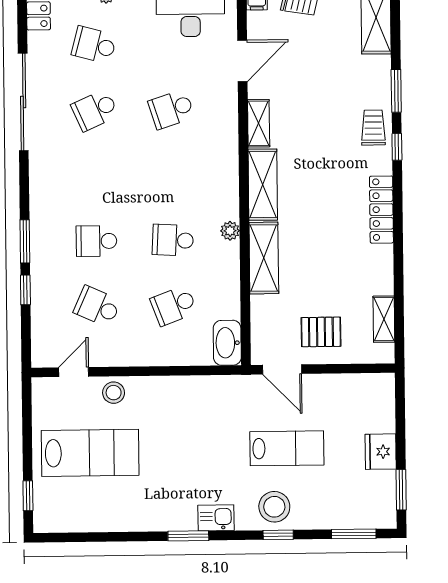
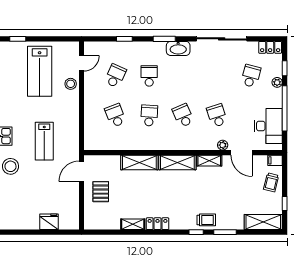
school desk: (95, 110) -> (183, 115), moved
locker: (381, 210) -> (157, 224), width x0.66
plant: (230, 231) -> (223, 145), moved
window: (25, 241) -> (164, 39), moved
shelving: (384, 319) -> (133, 224), moved
washbasin: (227, 343) -> (178, 48), moved, turned 180
door: (74, 372) -> (82, 63), hinge flipped
lab bench: (287, 448) -> (44, 141), moved
fridge: (381, 452) -> (49, 222), moved
window: (401, 490) -> (19, 232), removed

